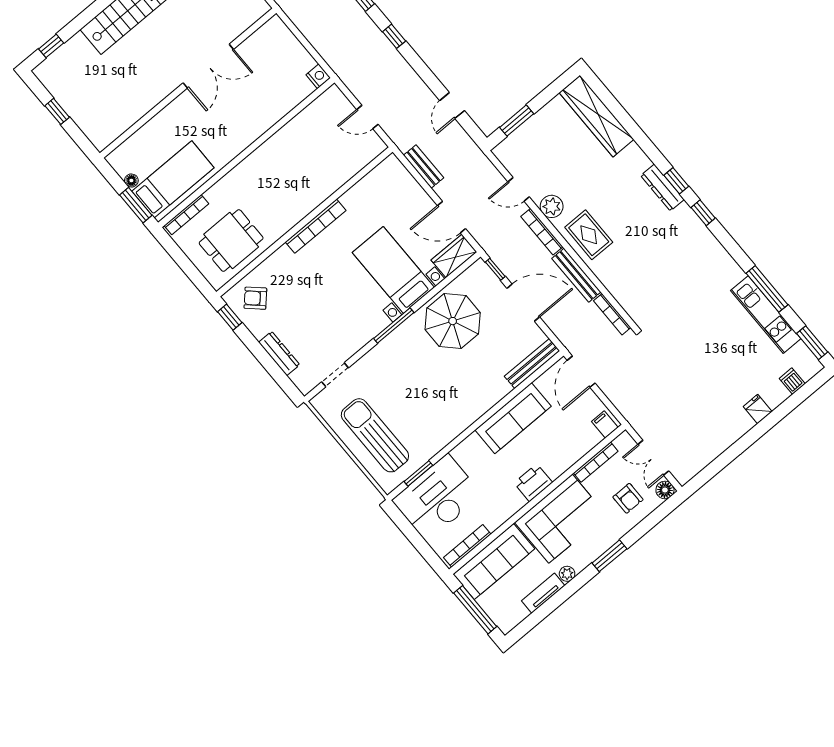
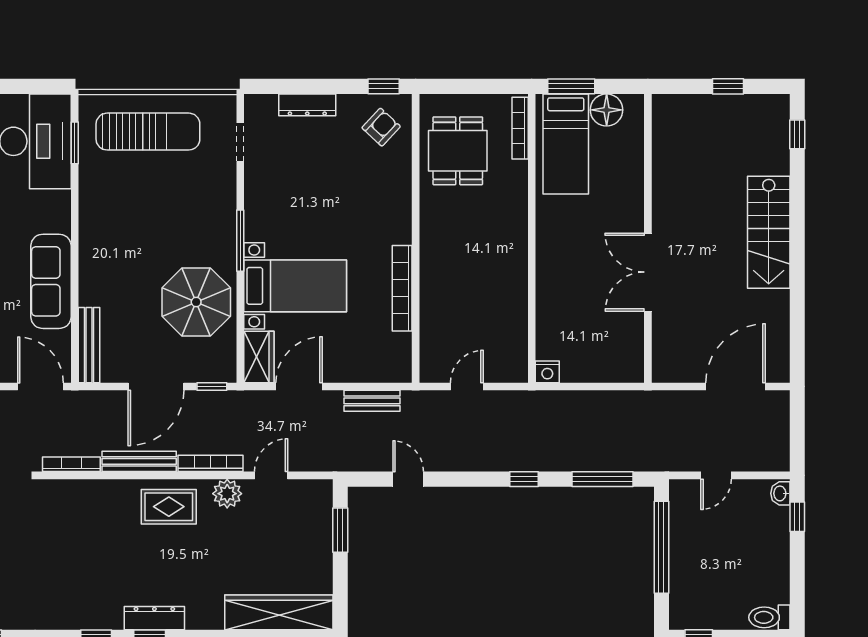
floor lamp: (131, 181) -> (607, 110), width x1.89, depth x1.89
bookcase: (316, 226) -> (402, 288), moved

